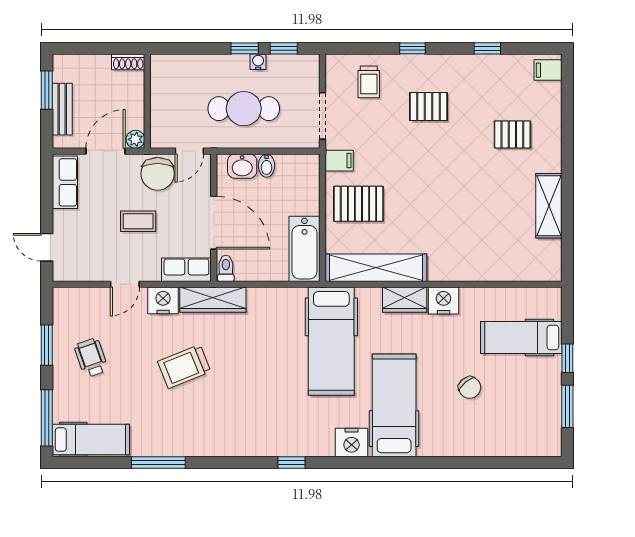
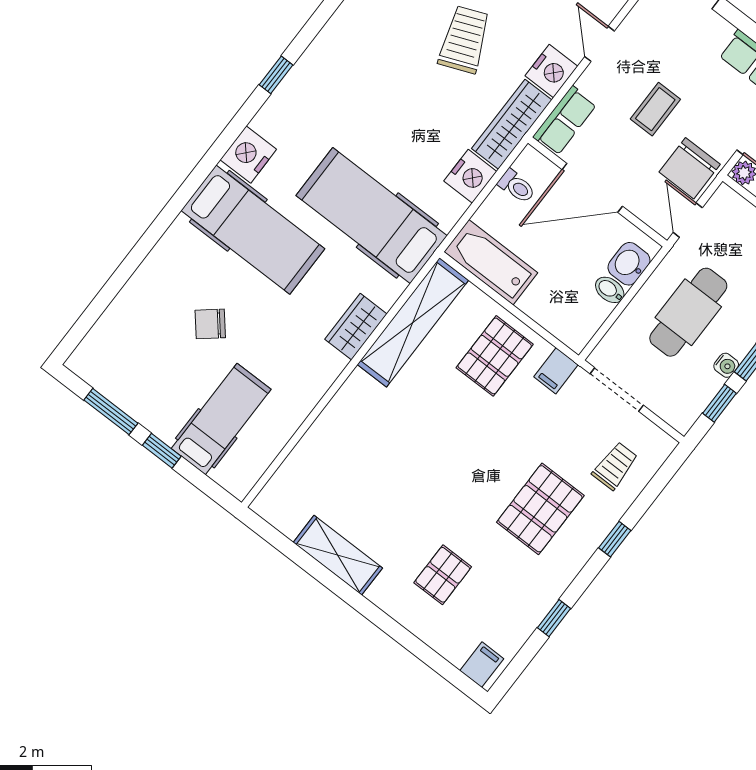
trolley: (369, 82) -> (615, 466), turned 90
pallet: (428, 107) -> (540, 509), width x1.50, depth x1.42
chair: (158, 174) -> (690, 168), turned -90
toilet: (226, 268) -> (517, 186), moved
nightstand: (443, 301) -> (470, 176), moved

